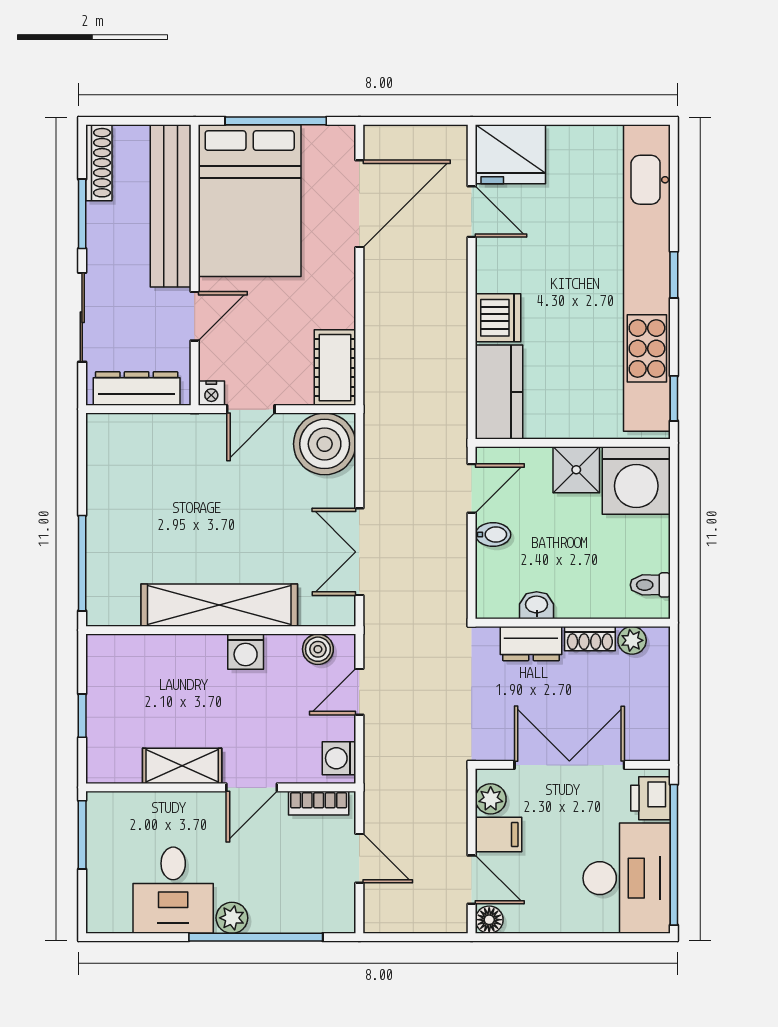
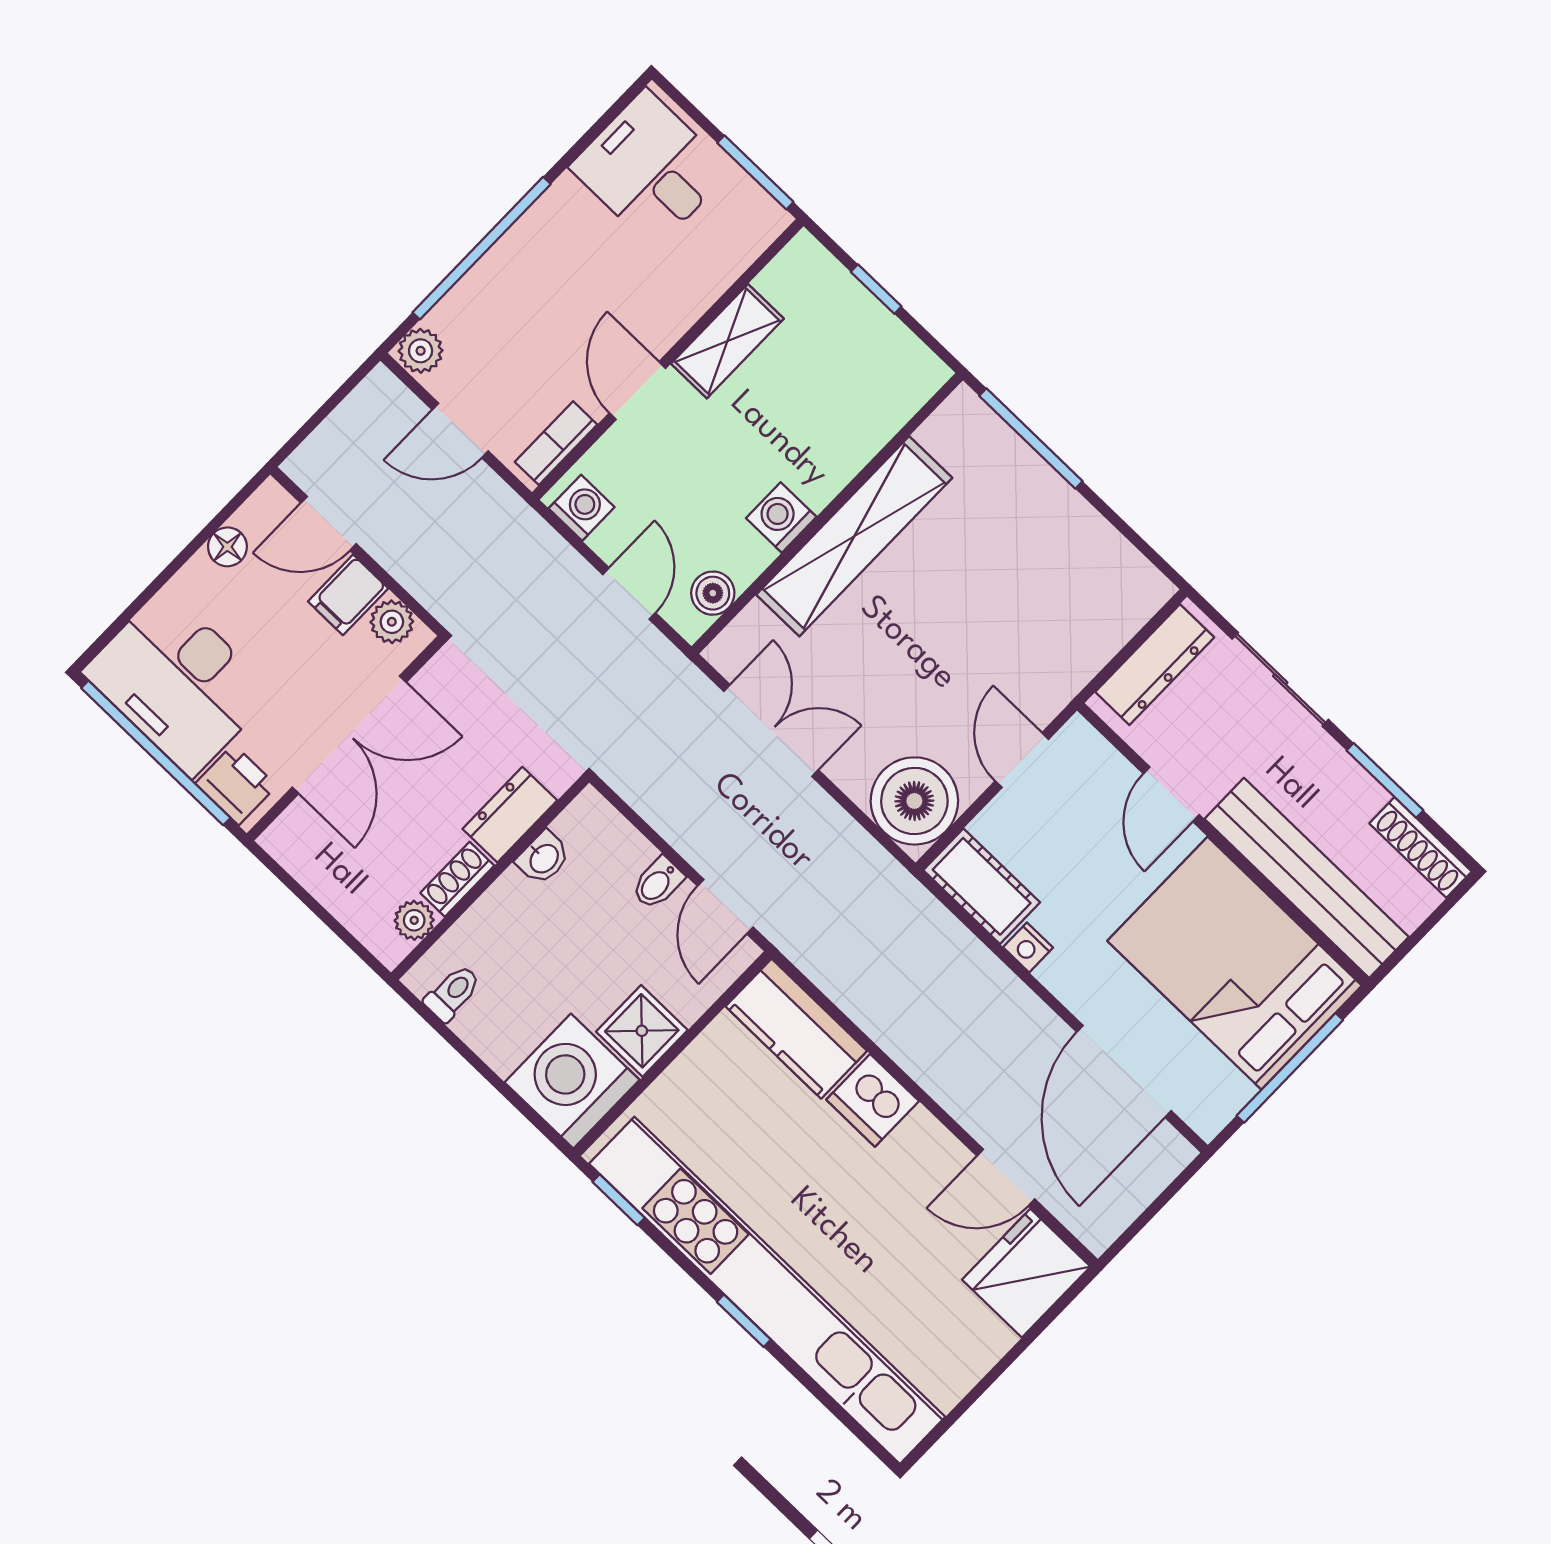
nightstand: (211, 393) -> (1028, 947), moved, turned -90
desk: (173, 890) -> (650, 169), moved
plant: (232, 918) -> (421, 351), moved
floor lamp: (489, 920) -> (227, 547), moved

